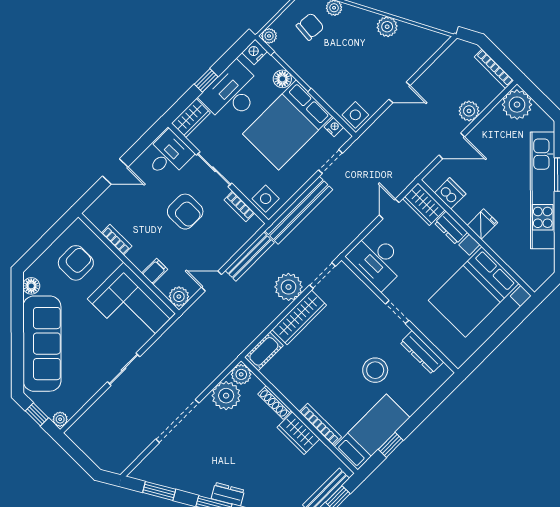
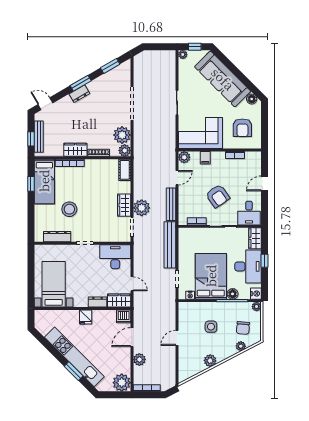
side table: (355, 115) -> (211, 327), moved
dishwasher: (450, 193) -> (124, 316), moved
side table: (266, 199) -> (189, 236), removed
armchair: (185, 212) -> (218, 196), turned -125
bed with nightstands: (474, 292) -> (54, 284), width x0.73
wardrobe: (299, 317) -> (124, 205), width x0.67

